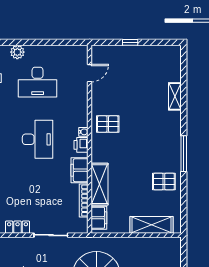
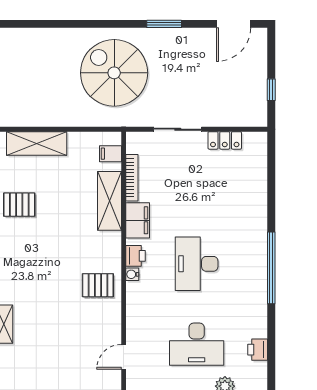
desk: (38, 82) -> (197, 344), turned 180
filing cabinet: (99, 218) -> (110, 154), width x0.50

